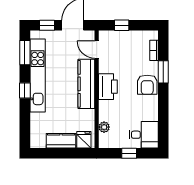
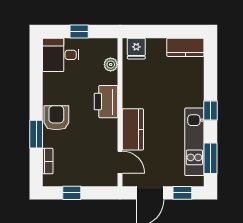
window: (122, 25) -> (72, 193), moved
kitchen unit: (38, 75) -> (194, 142), width x0.73
kitchen counter: (86, 84) -> (133, 129), width x0.67
printer: (108, 87) -> (106, 102), moved
kitchen counter: (61, 141) -> (185, 47), moved

